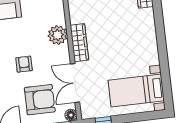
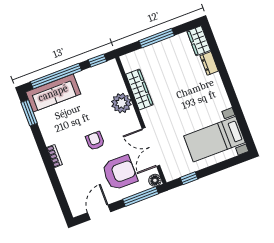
dresser: (149, 18) -> (209, 63), added
wardrobe: (79, 43) -> (139, 89), moved

